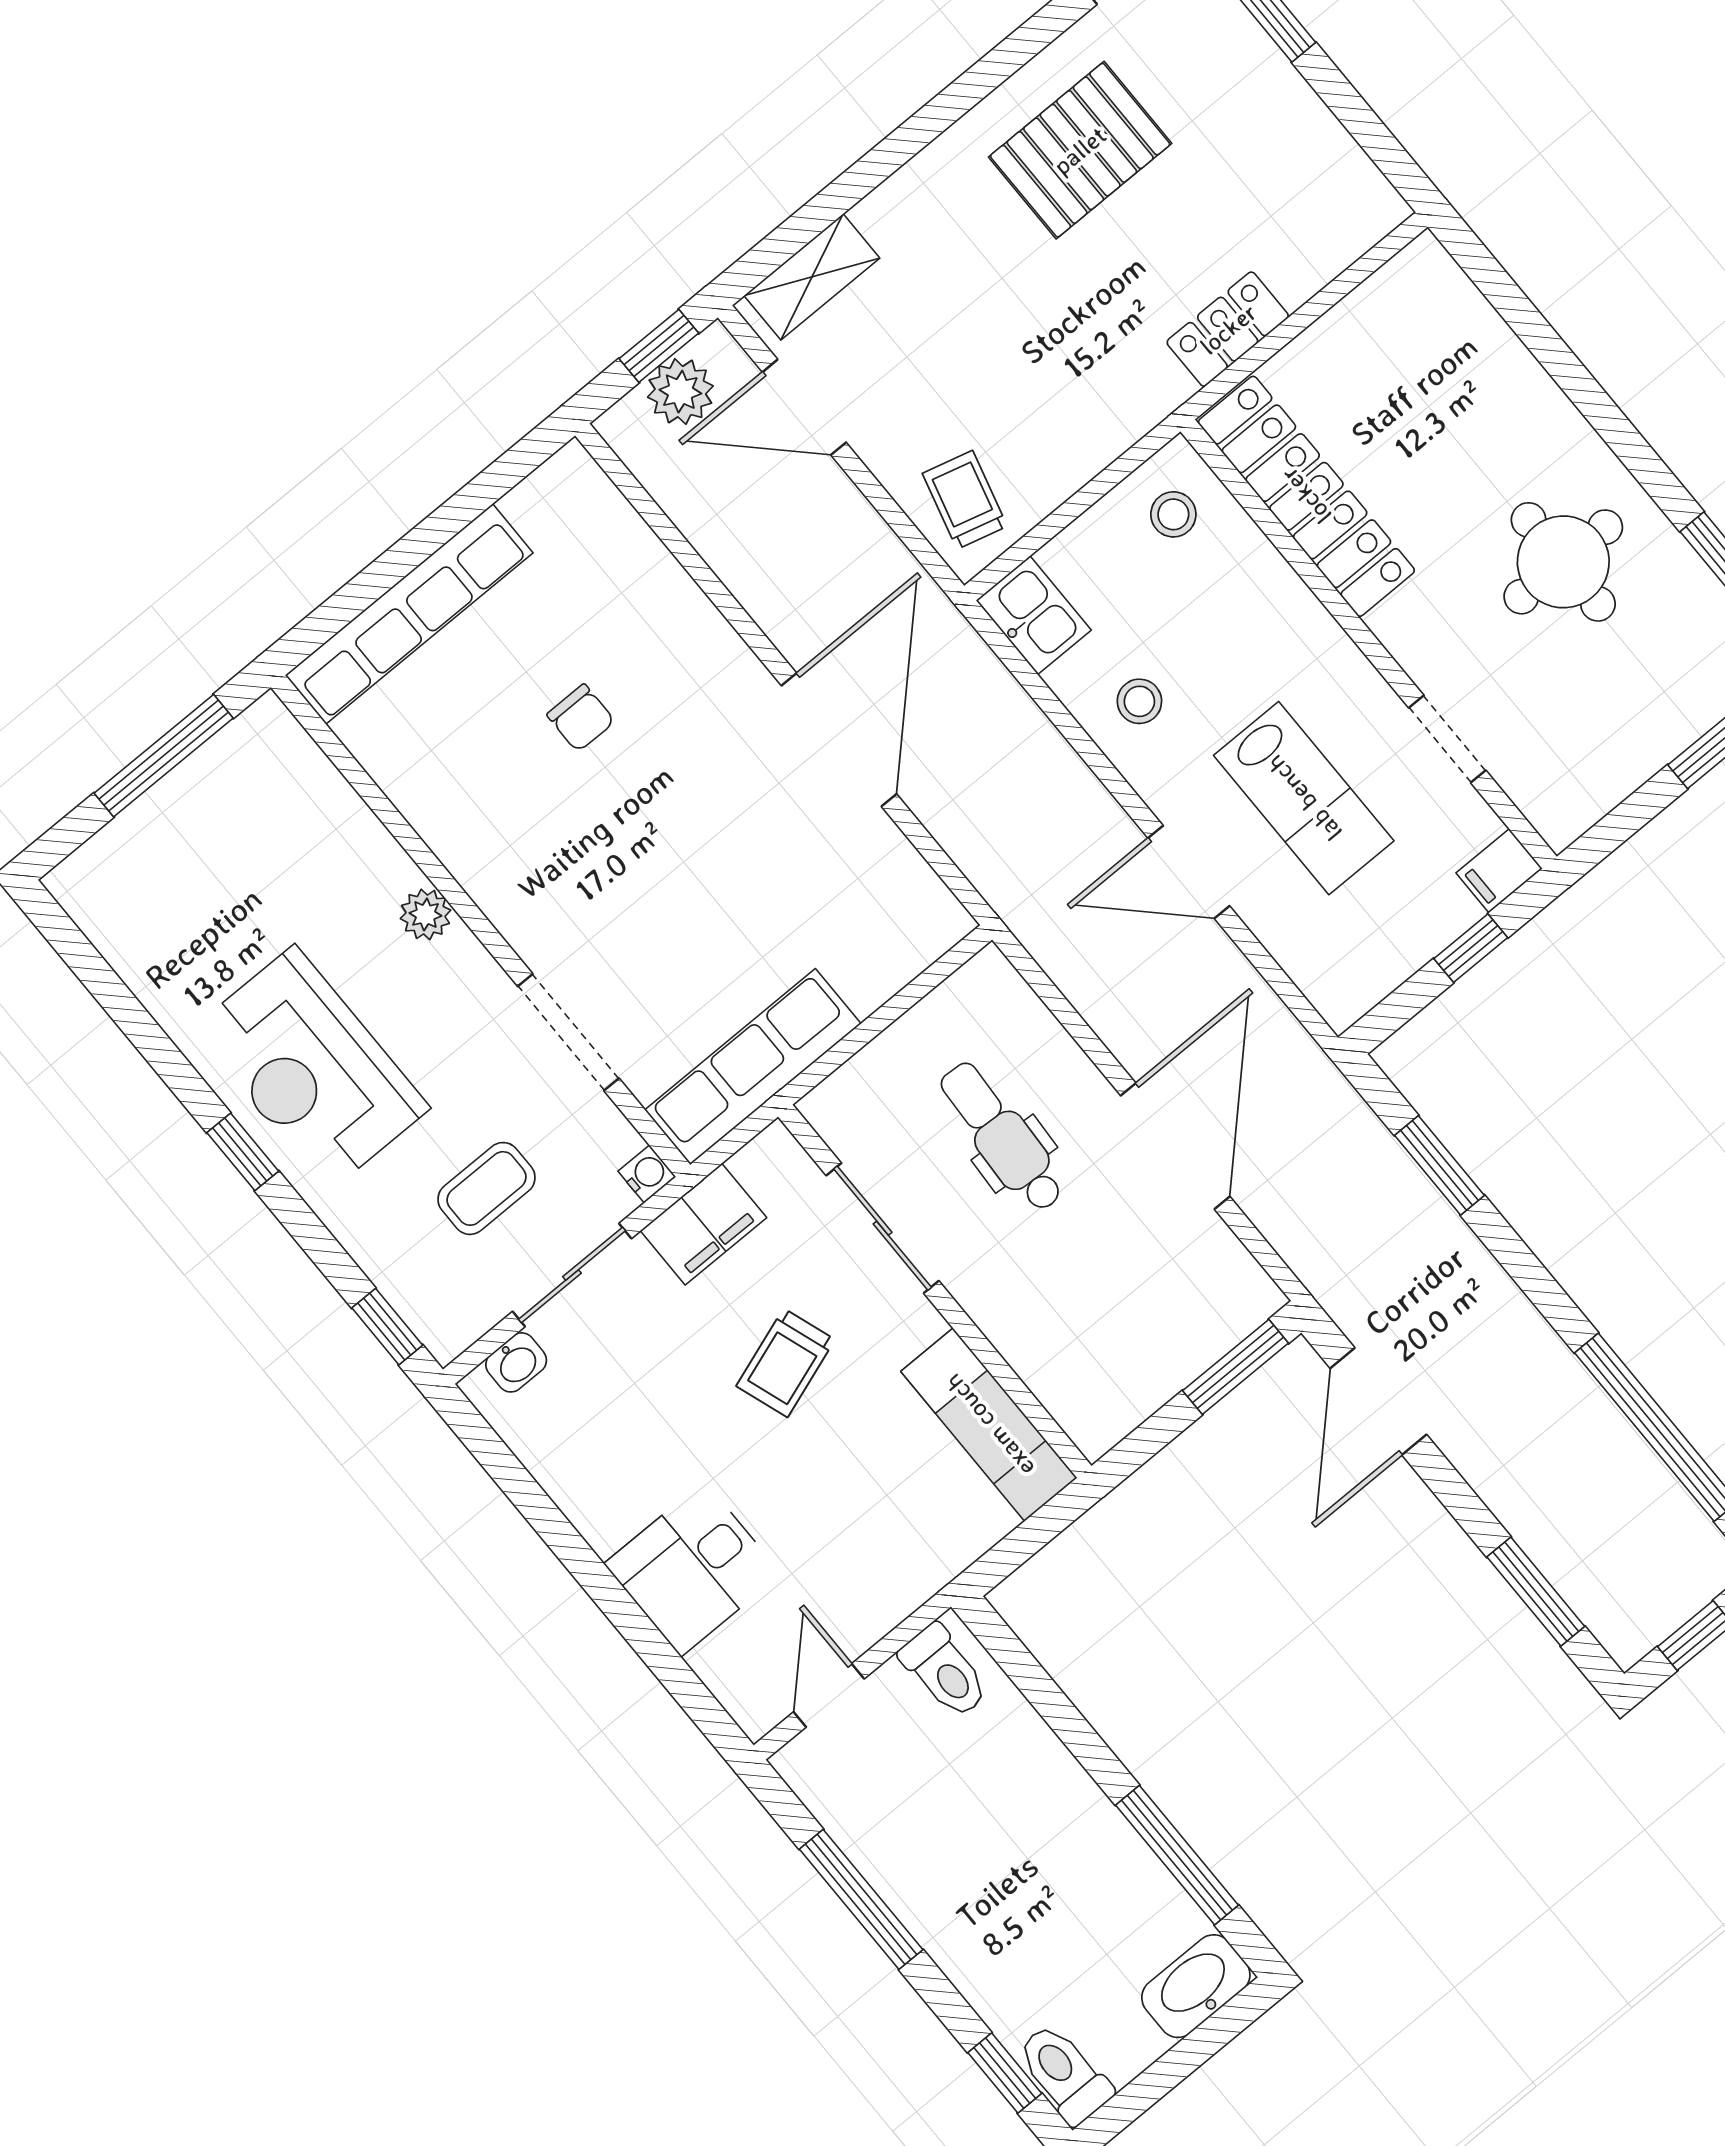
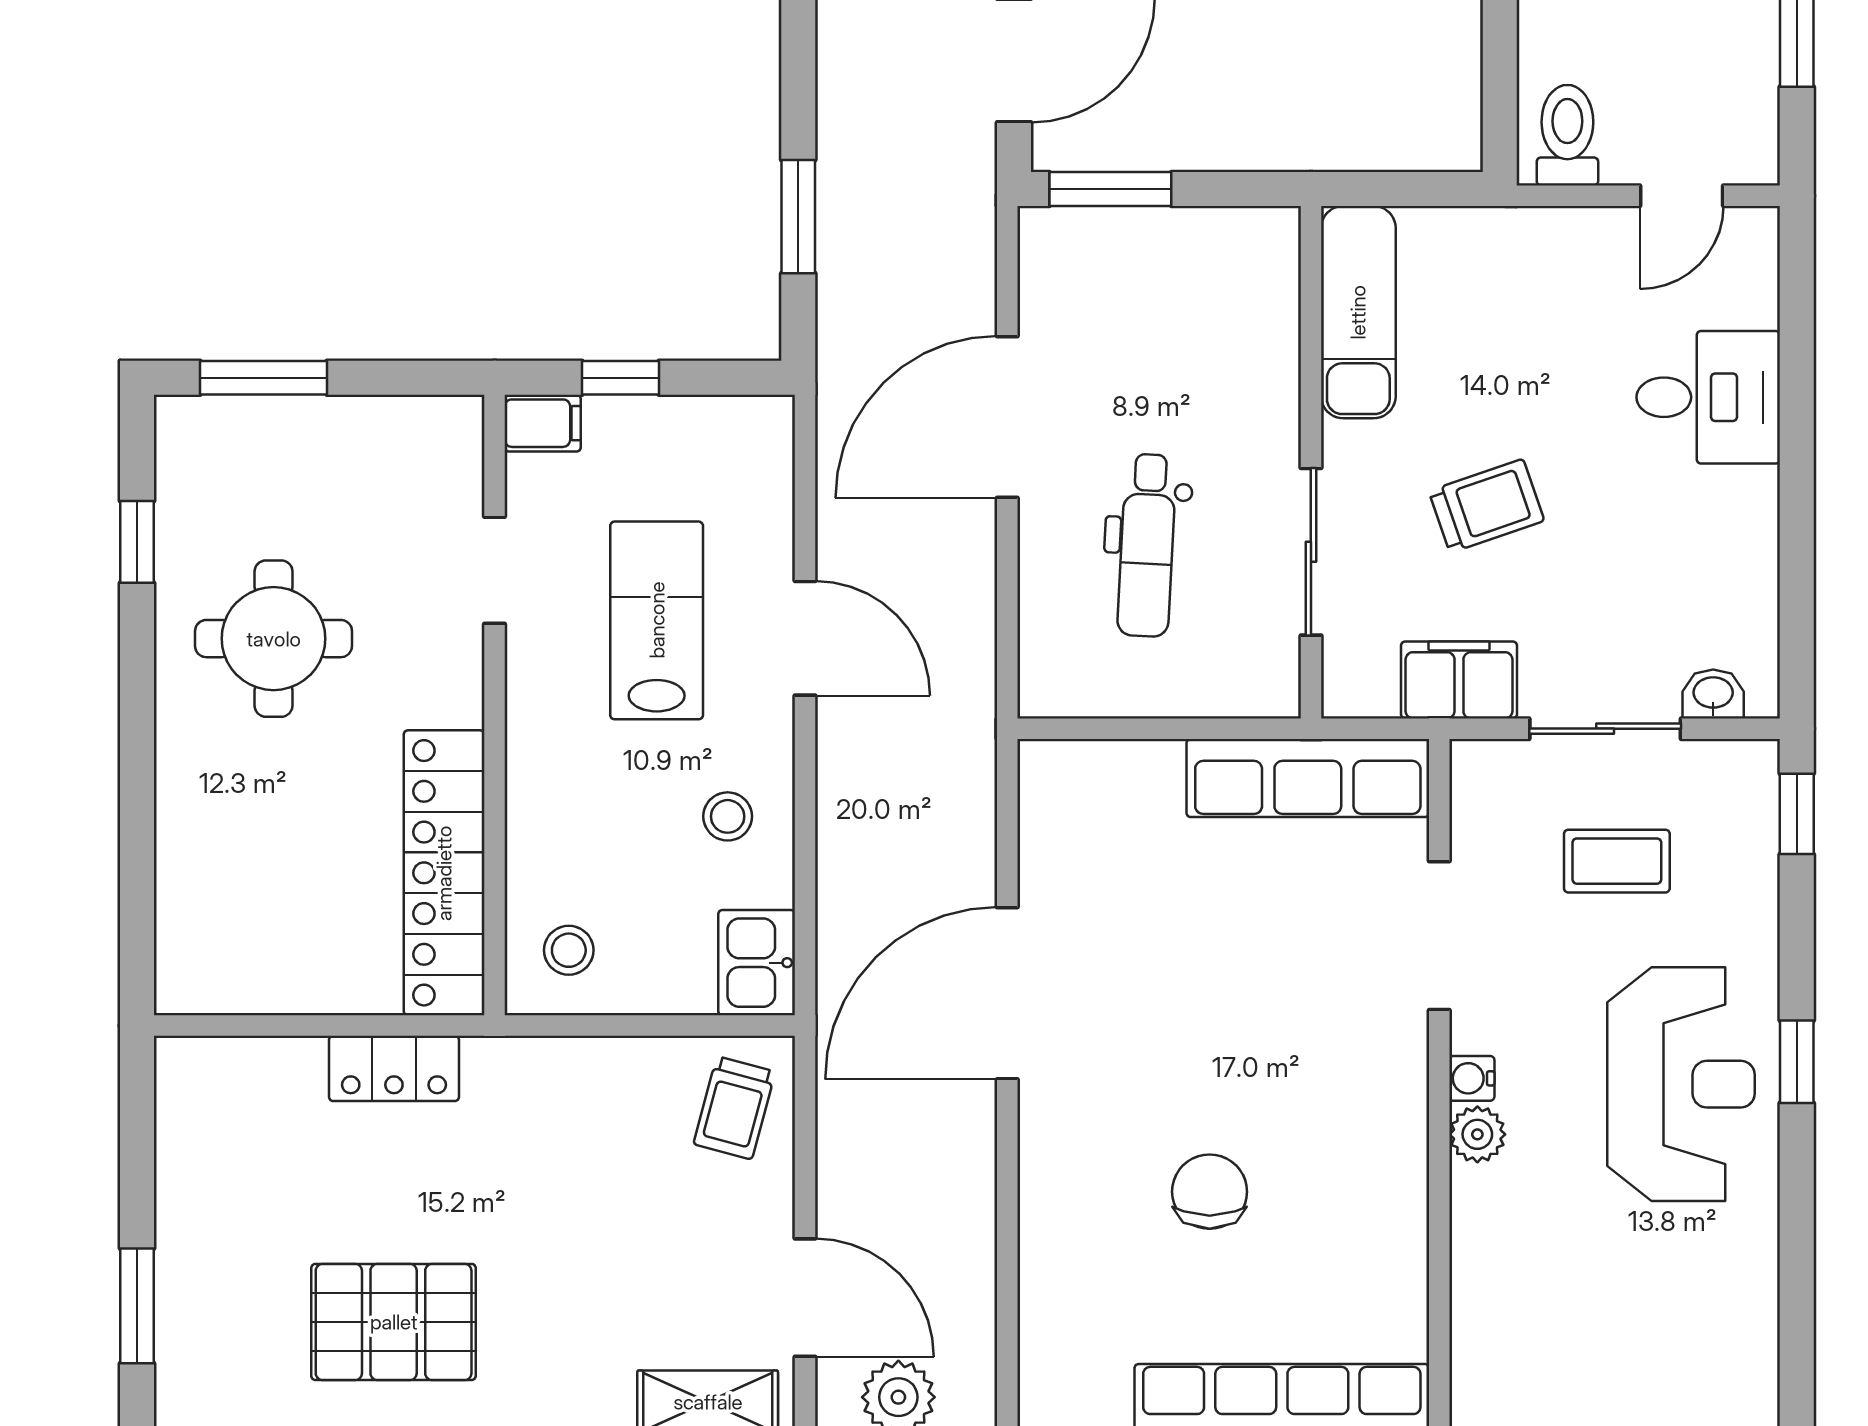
chair: (581, 718) -> (1210, 1192), width x1.37, depth x1.37
water cooler: (647, 1174) -> (1472, 1078), moved

